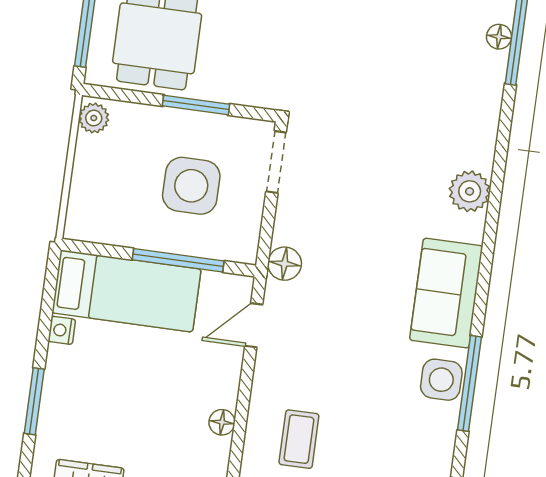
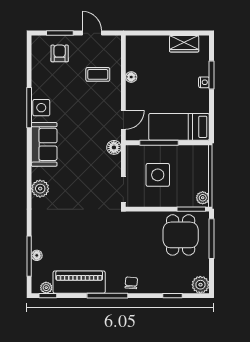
window: (196, 105) -> (191, 209), moved
nightstand: (62, 330) -> (204, 82), moved
coffee table: (299, 439) -> (98, 74), turned 90

